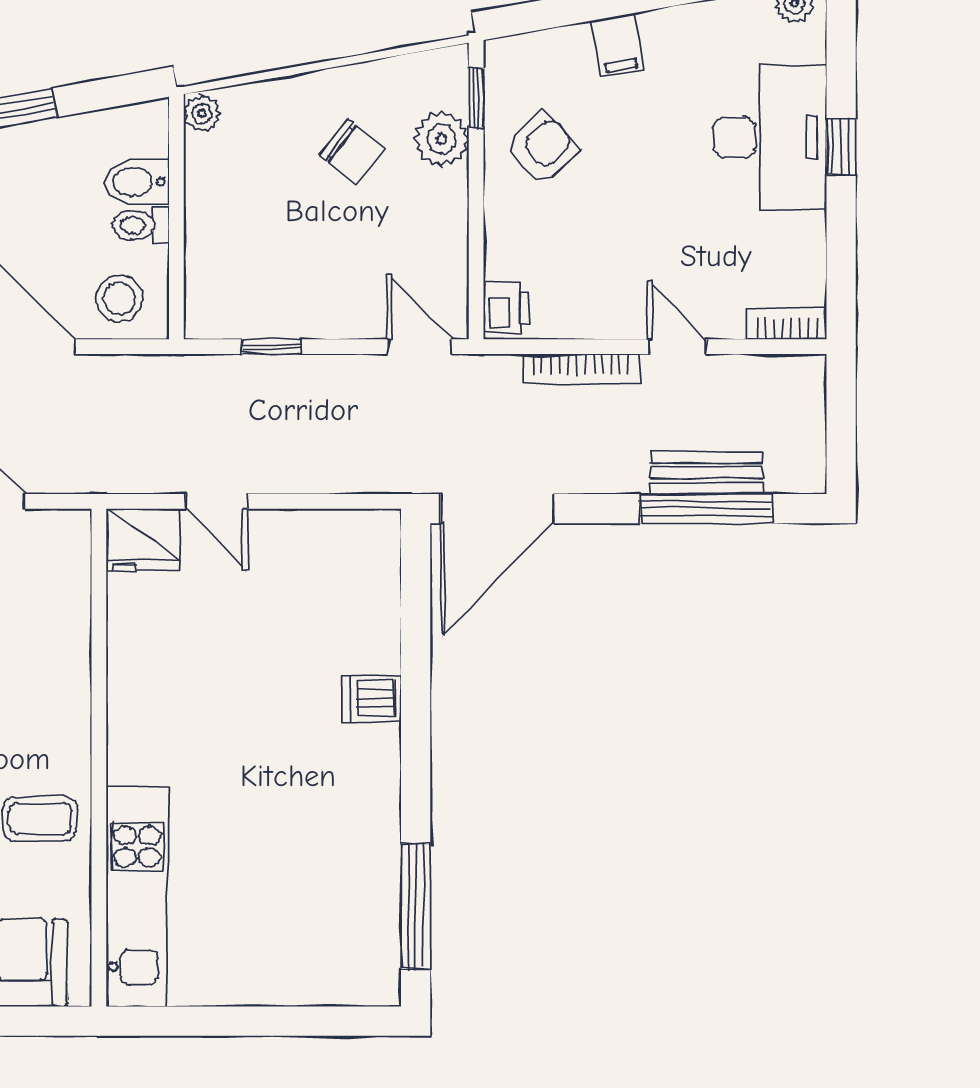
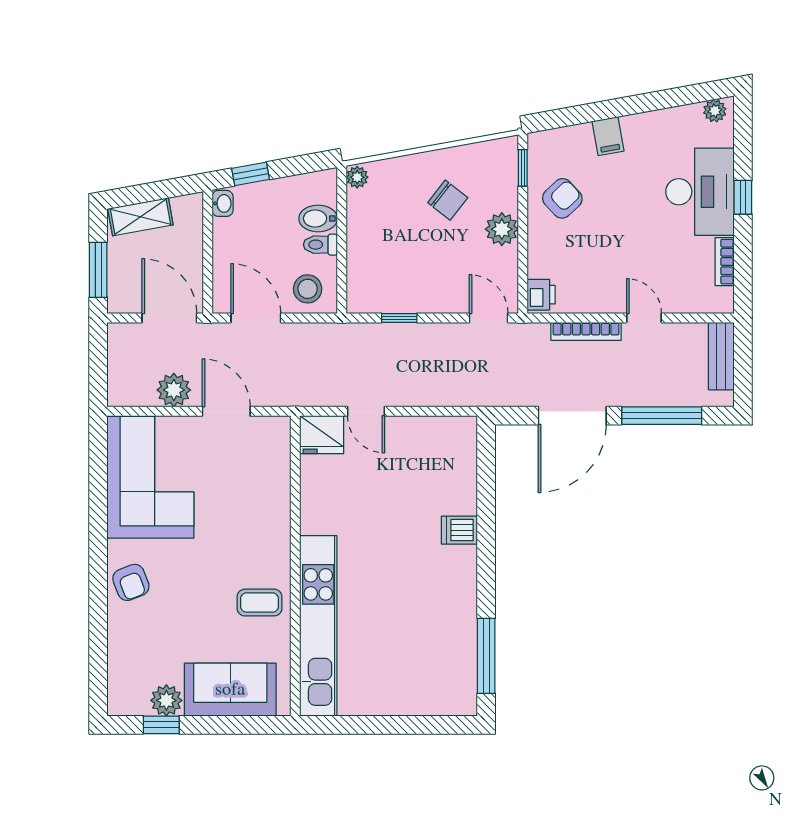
plant: (441, 139) -> (502, 229), moved
bookcase: (787, 324) -> (725, 262), moved, turned -90
bench: (706, 473) -> (721, 356), moved, turned 90
door: (497, 509) -> (572, 416), moved
kitchen unit: (137, 897) -> (318, 626), width x1.36

